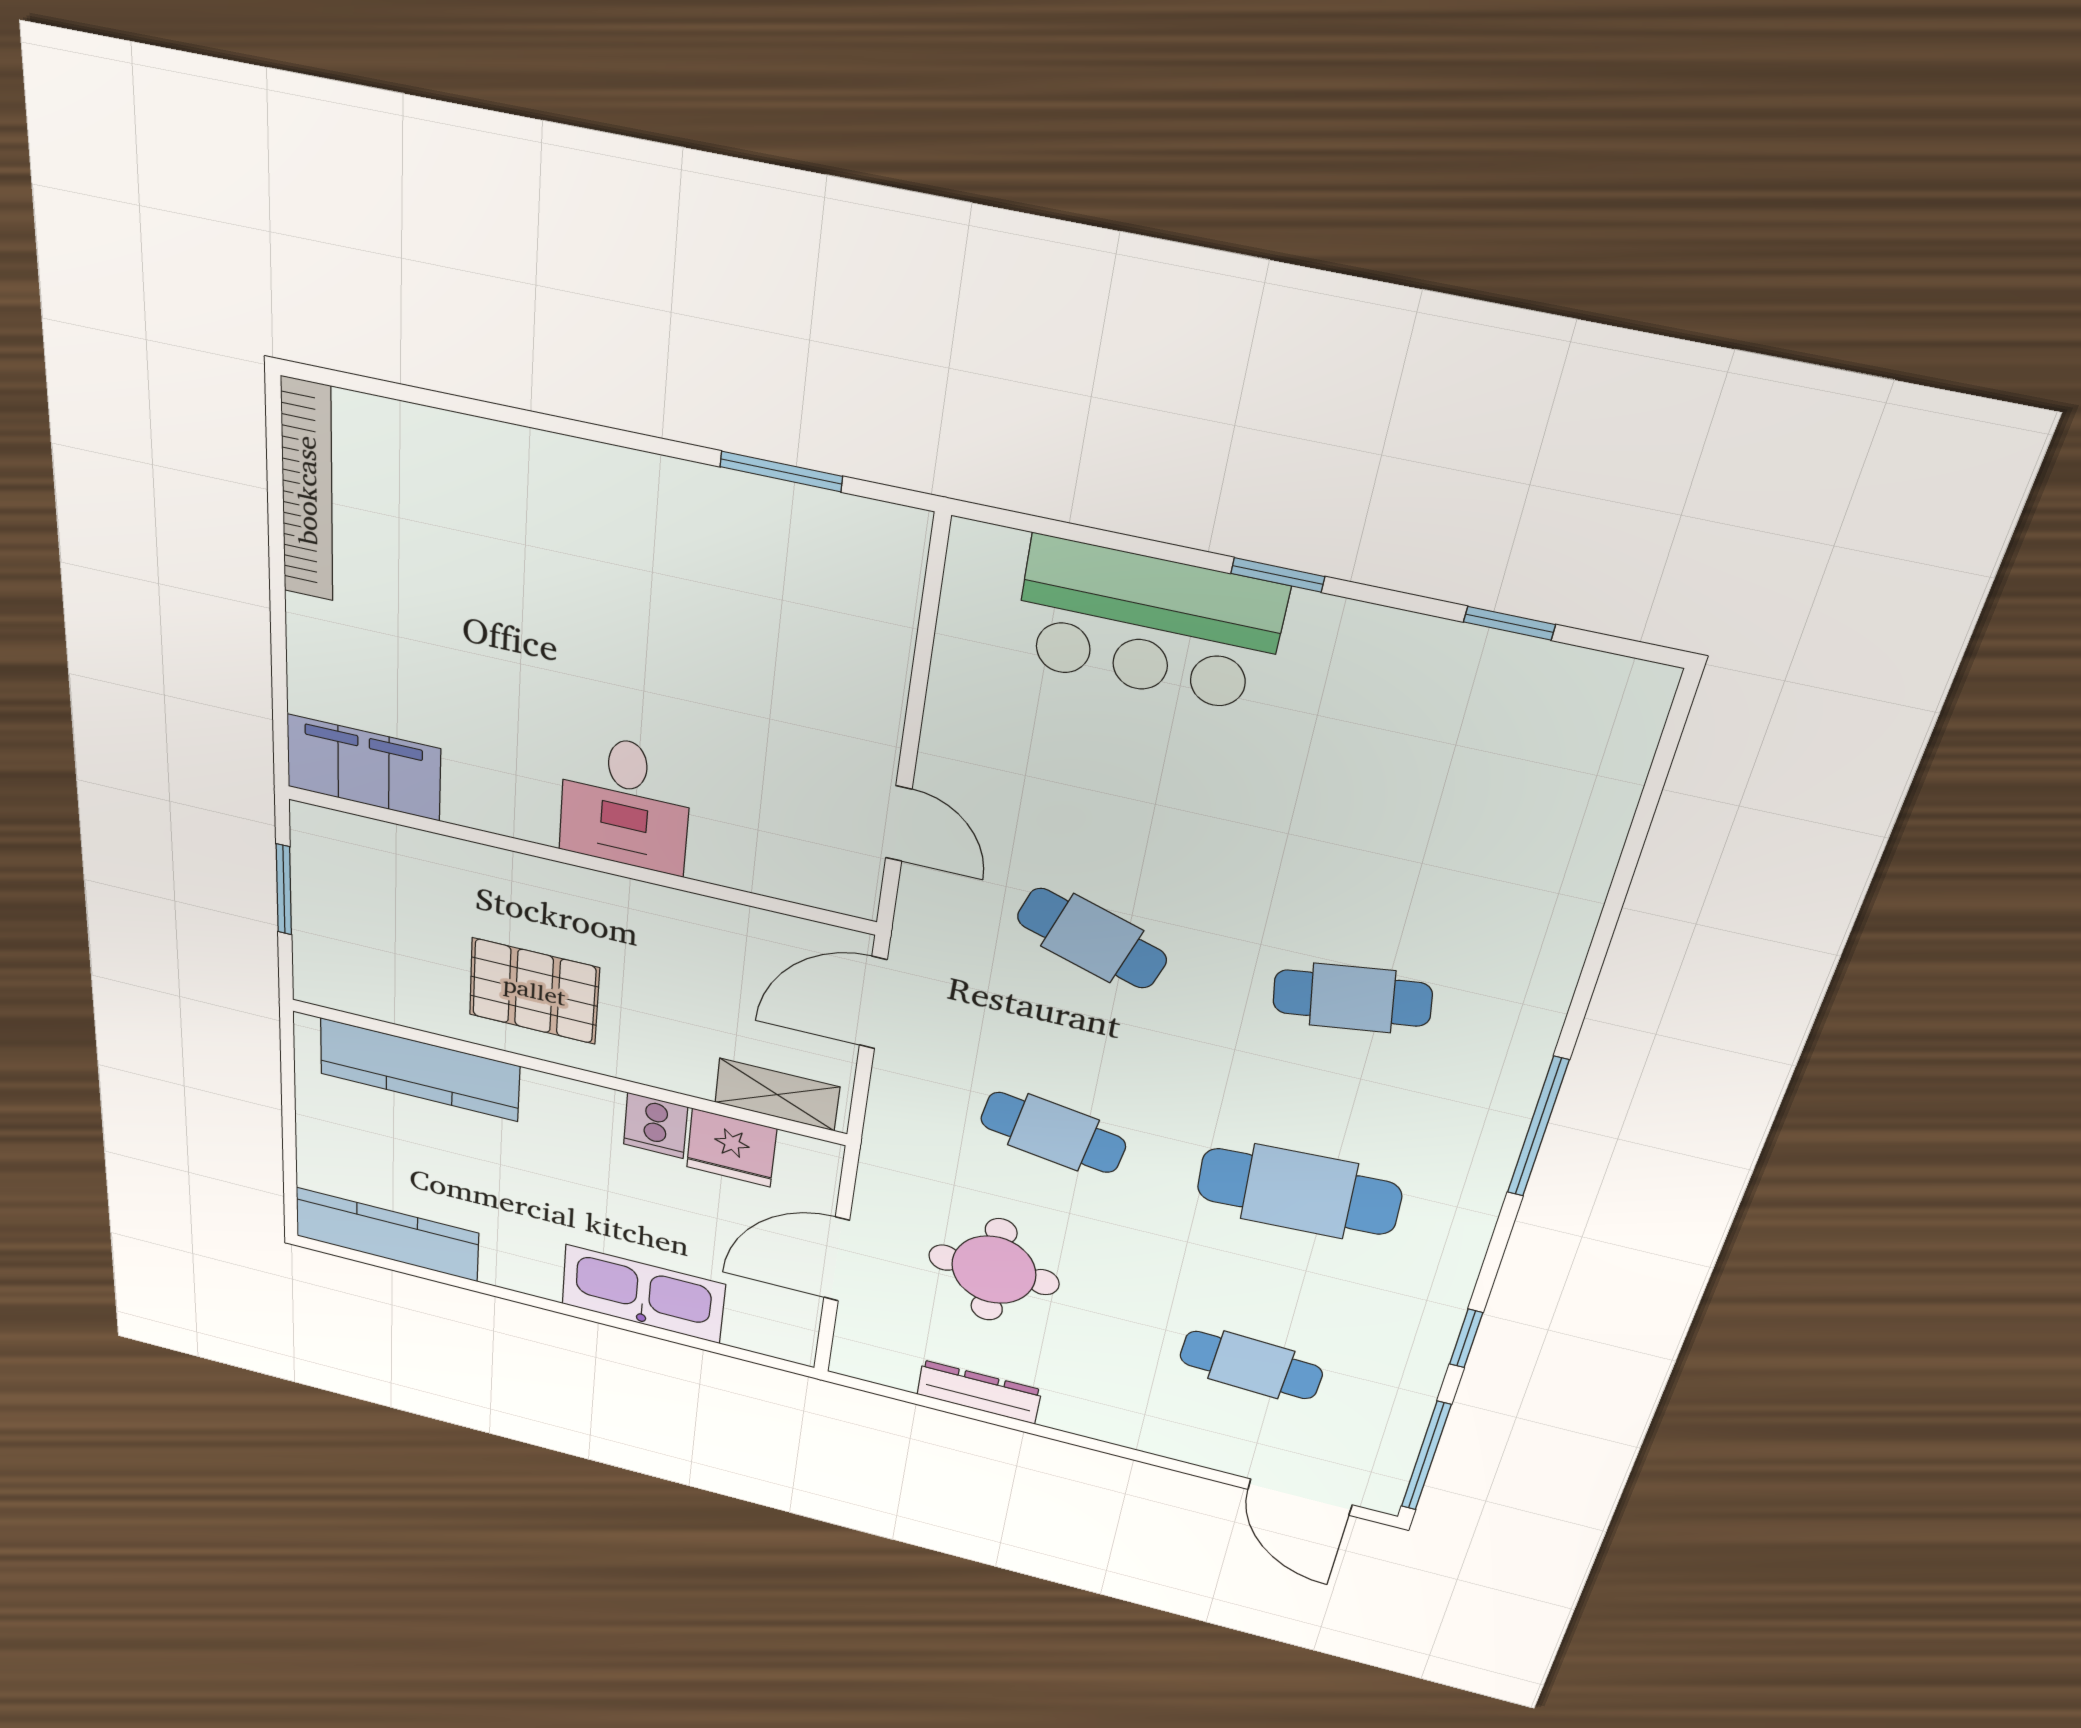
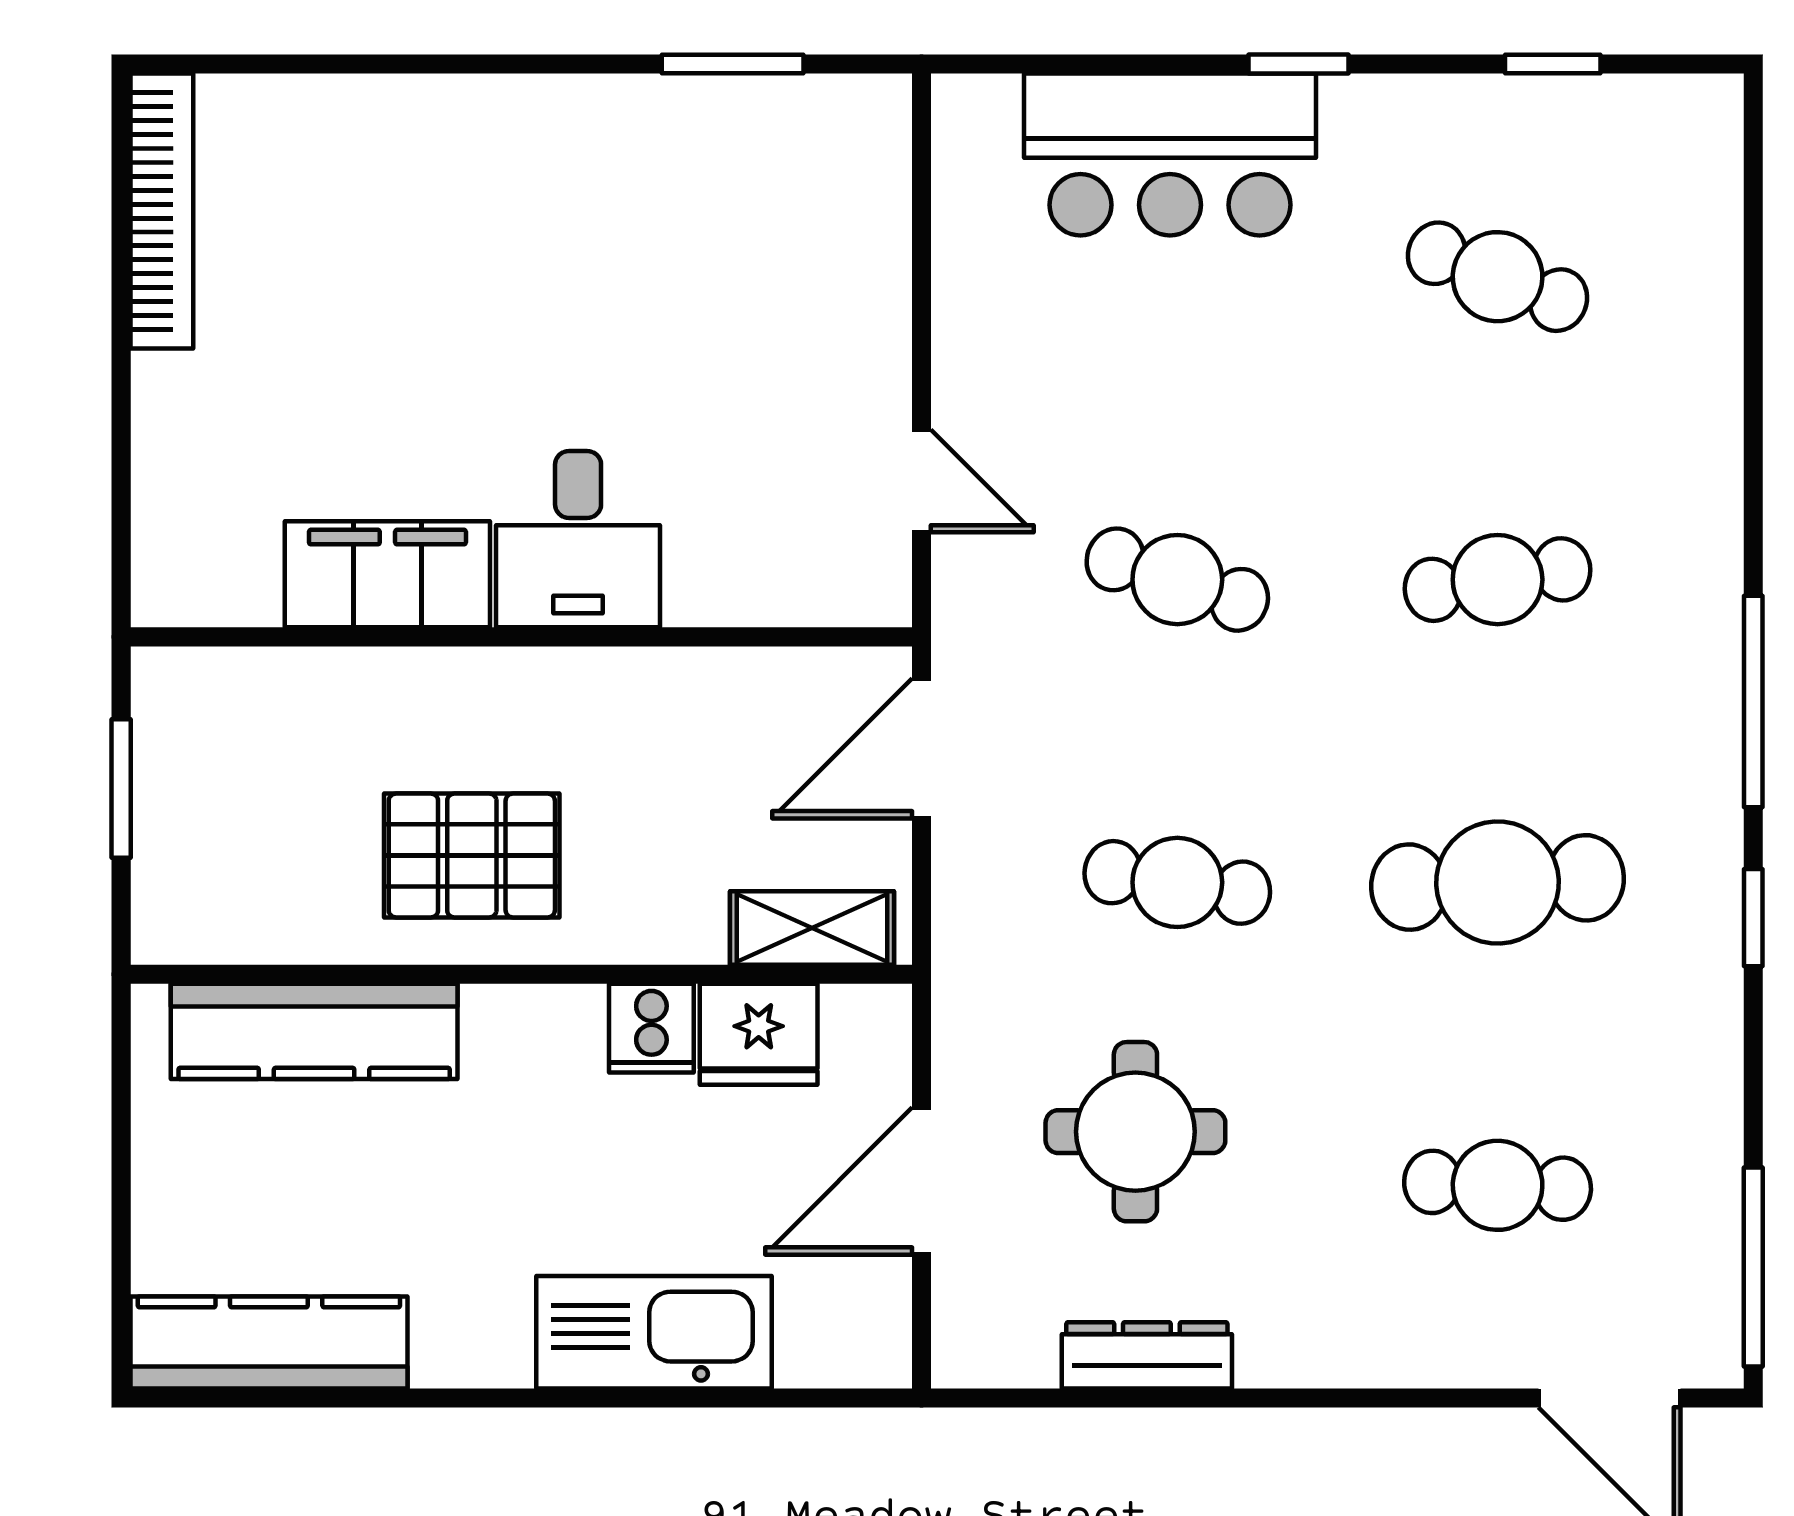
filing cabinet: (364, 768) -> (387, 574), moved
cafe table: (1412, 781) -> (1498, 277), added
window: (1466, 1338) -> (1753, 918), moved

